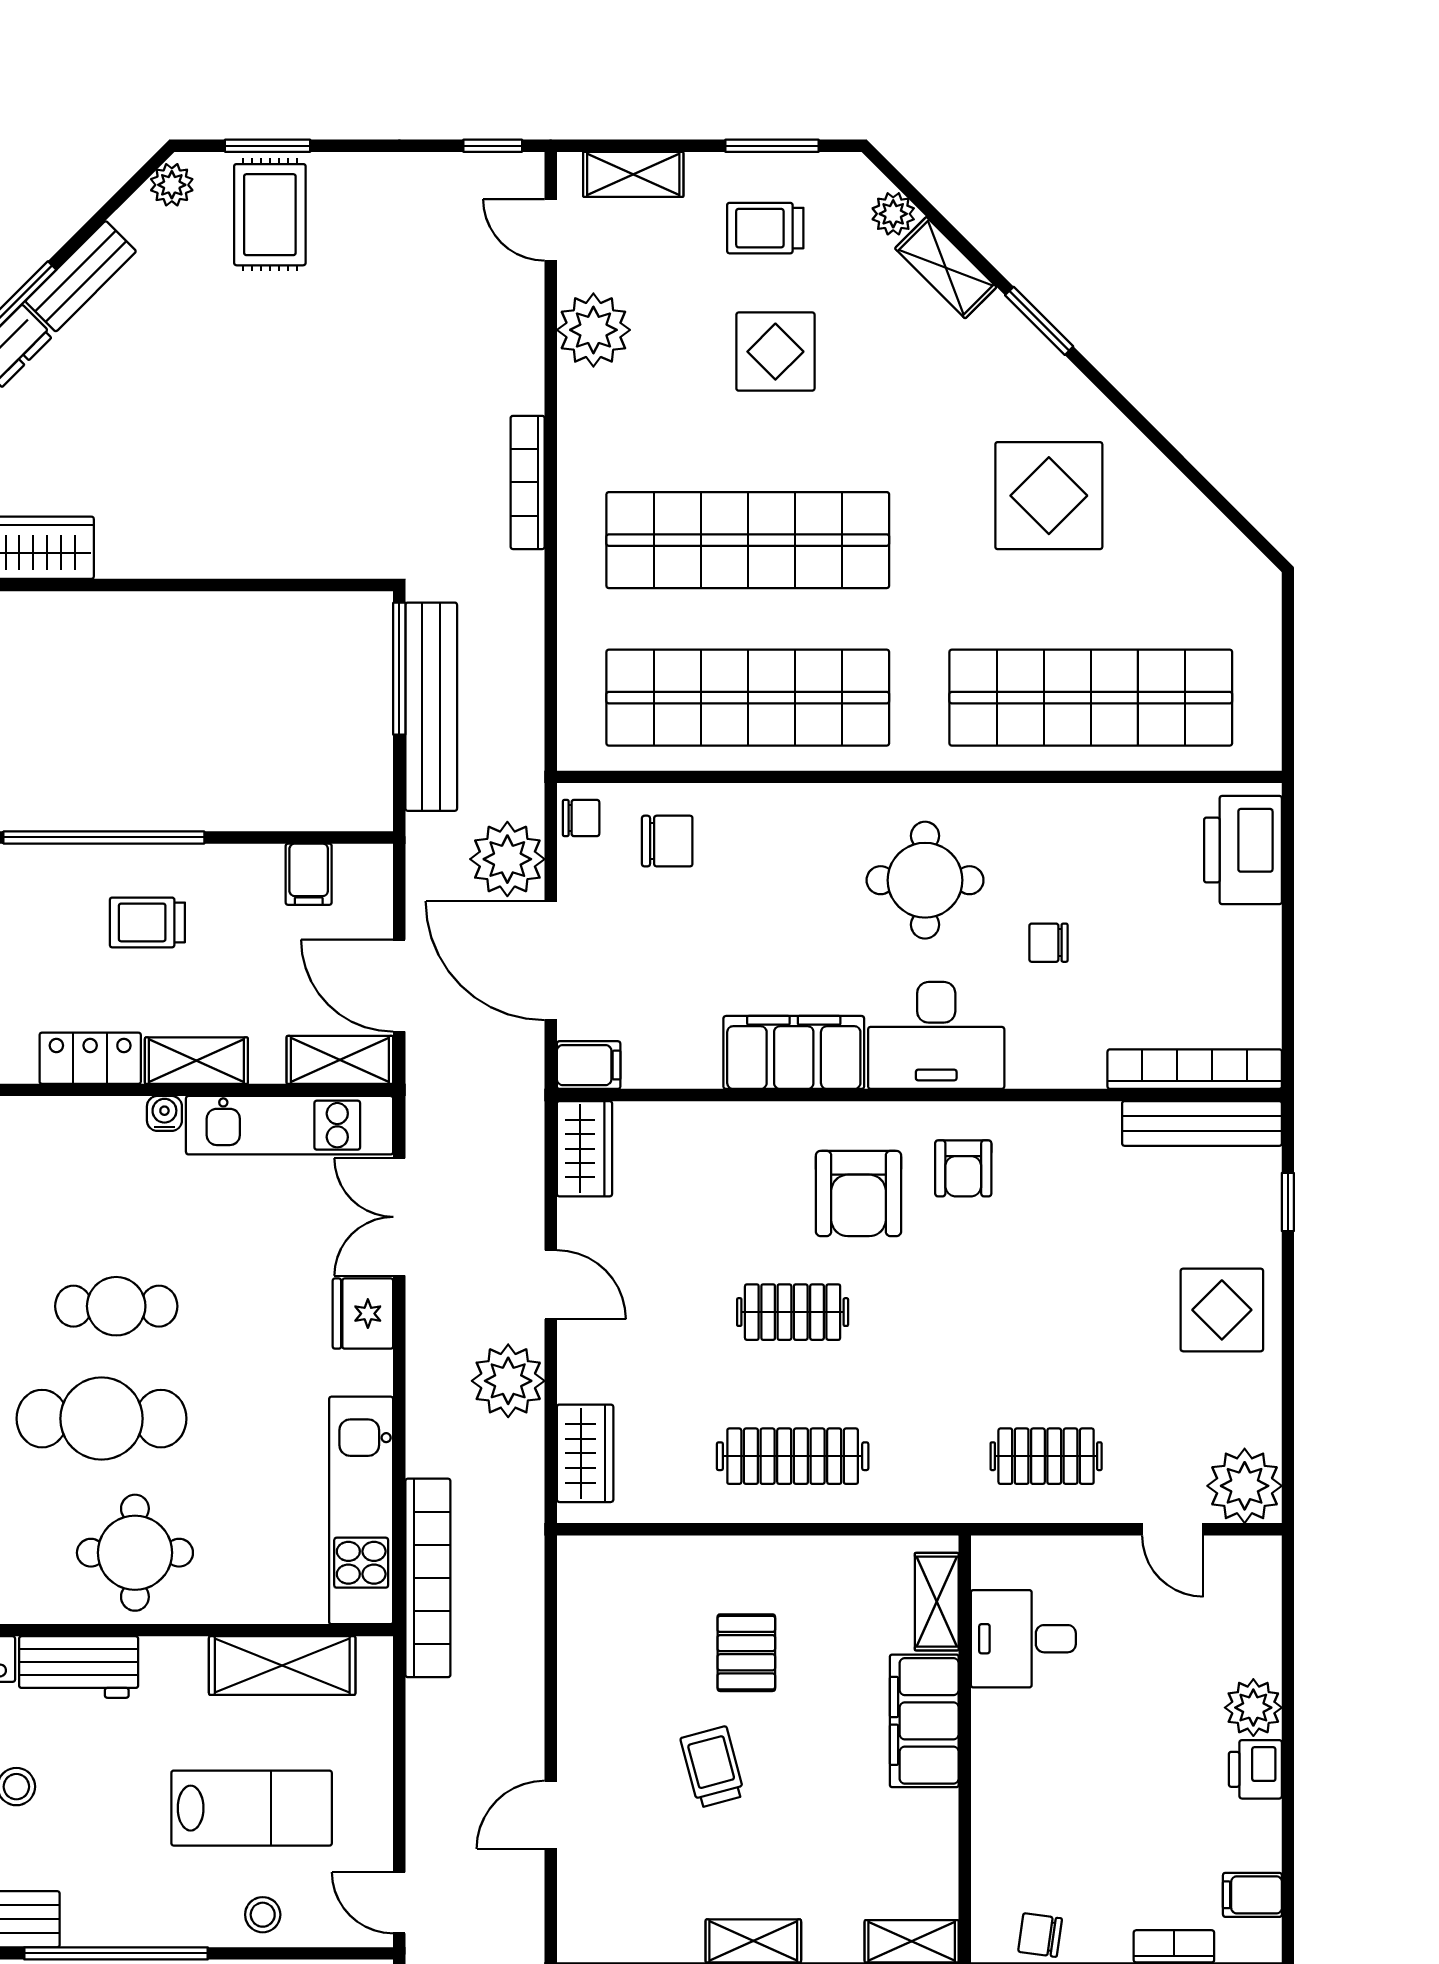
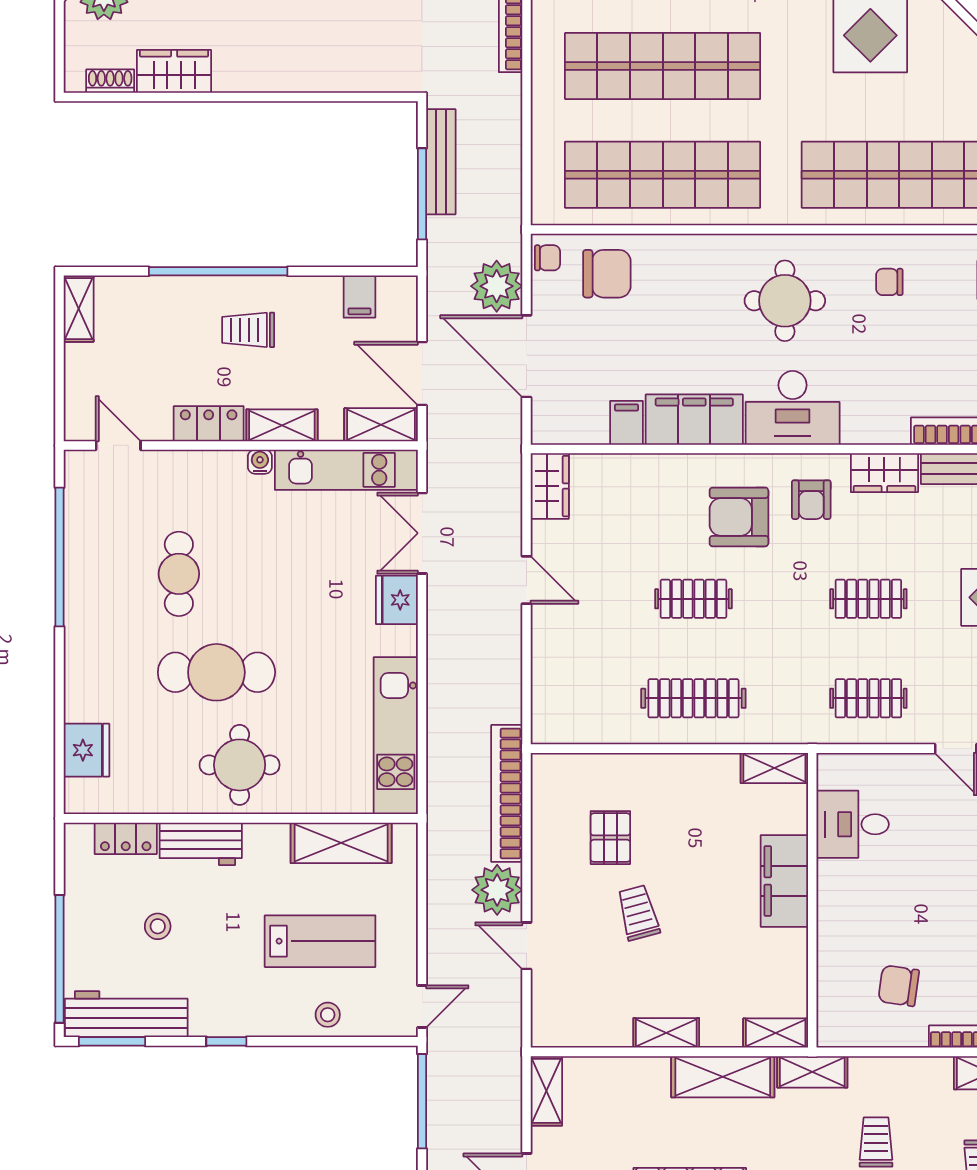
window: (399, 669) -> (422, 194), moved
bench: (431, 707) -> (441, 162), width x0.73, depth x0.82
chair: (667, 841) -> (607, 274), width x1.37, depth x1.37
chair: (1049, 943) -> (889, 282), moved
filing cabinet: (589, 1065) -> (626, 423), moved, turned -90
armchair: (858, 1193) -> (739, 517), turned 90
cafe table: (116, 1306) -> (179, 574), moved, turned 90
clothes rail: (1046, 1312) -> (868, 599), added
plant: (508, 1381) -> (497, 890), moved
wardrobe: (585, 1453) -> (884, 473), moved, turned 90
bookcase: (428, 1578) -> (507, 793), moved, turned 180
shelving: (937, 1602) -> (774, 768), moved, turned 90
pallet: (746, 1653) -> (610, 838), moved
door: (551, 1815) -> (527, 946), hinge flipped
door: (399, 1903) -> (422, 1007), swing flipped
chair: (1040, 1935) -> (899, 986), moved, width x1.37, depth x1.37
window: (116, 1953) -> (226, 1041), width x0.32

